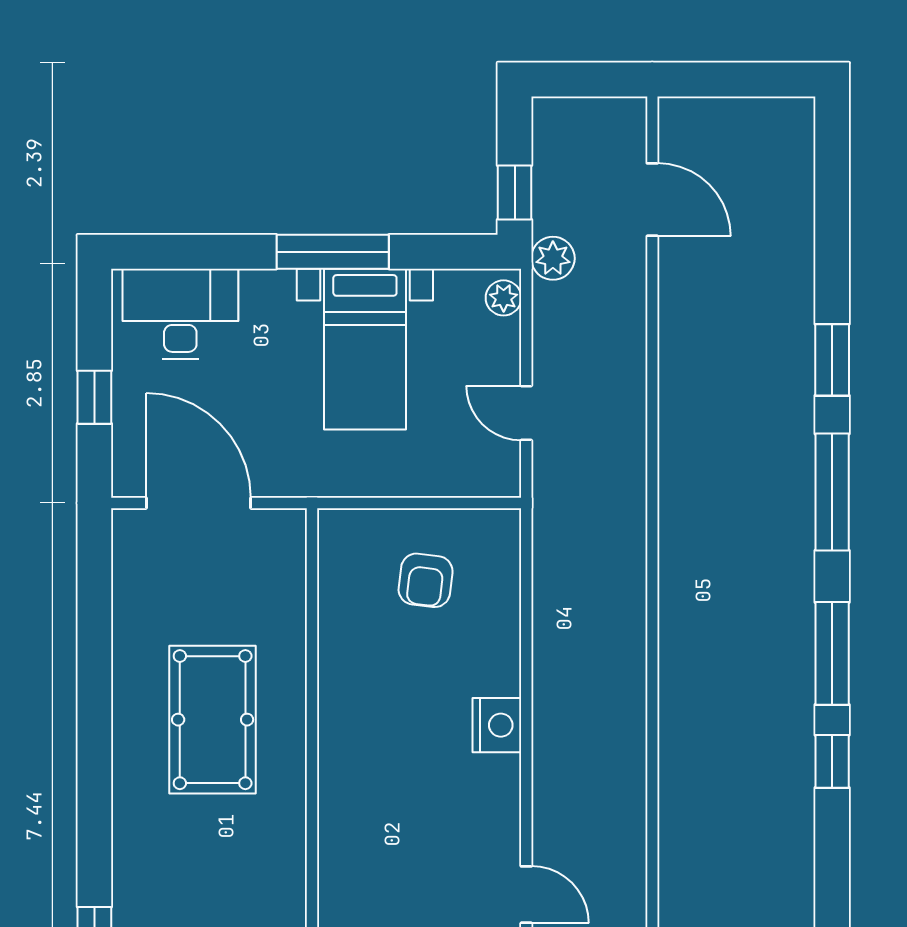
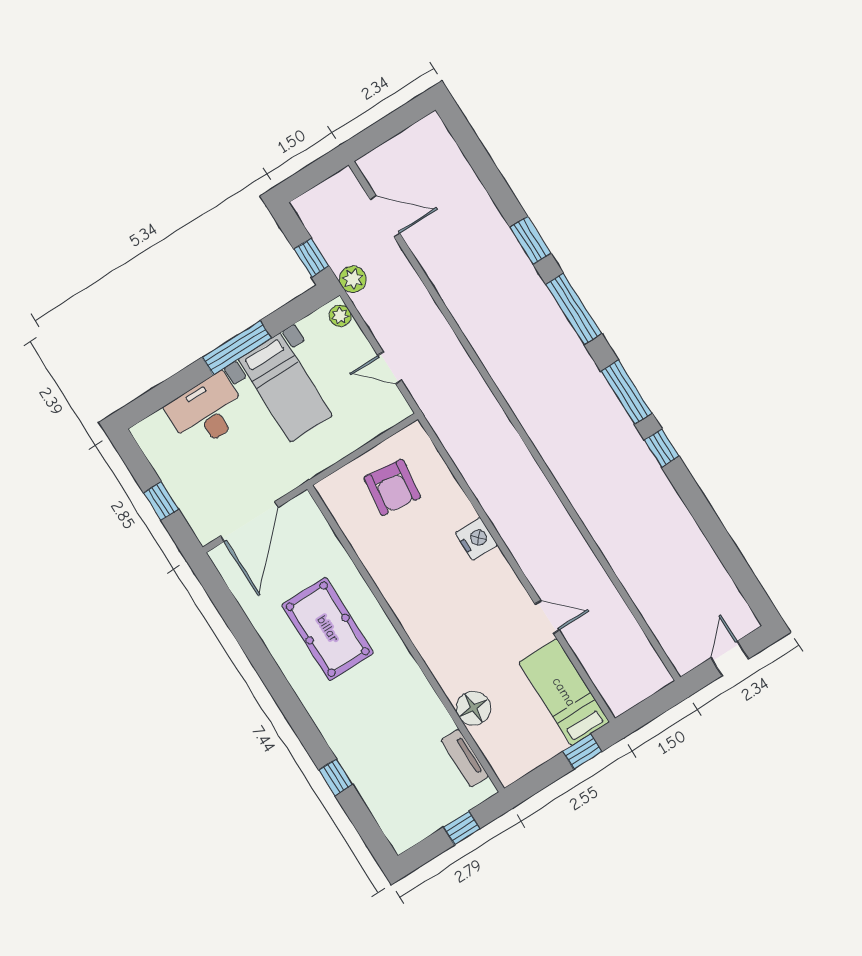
desk: (180, 314) -> (207, 412), moved
door: (198, 503) -> (249, 522), swing flipped
armchair: (426, 580) -> (392, 487), width x1.38, depth x1.38

